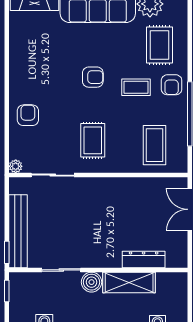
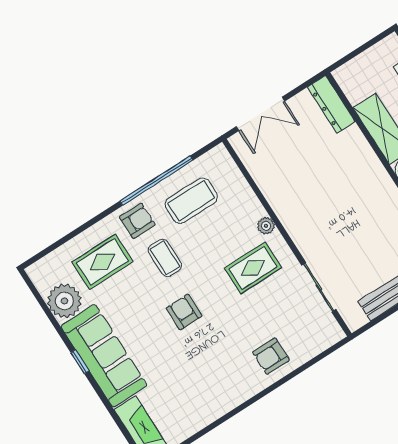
coffee table: (154, 145) -> (191, 201), moved
plant: (16, 166) -> (266, 226), moved
dresser: (144, 260) -> (331, 104), moved

